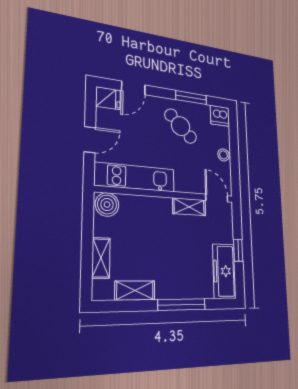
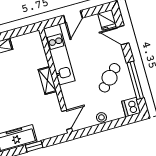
window: (191, 98) -> (135, 80), width x1.44
door: (90, 140) -> (73, 17), hinge flipped
boiler: (107, 204) -> (34, 41), removed
shelving: (189, 207) -> (47, 80), moved

